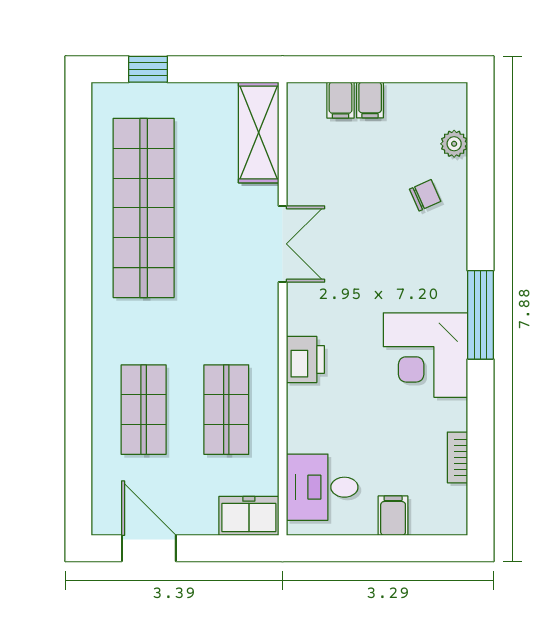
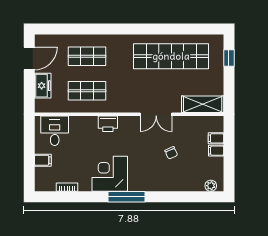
plant: (454, 144) -> (211, 186), moved
chair: (425, 195) -> (171, 153), moved
freezer: (249, 516) -> (43, 86), moved

